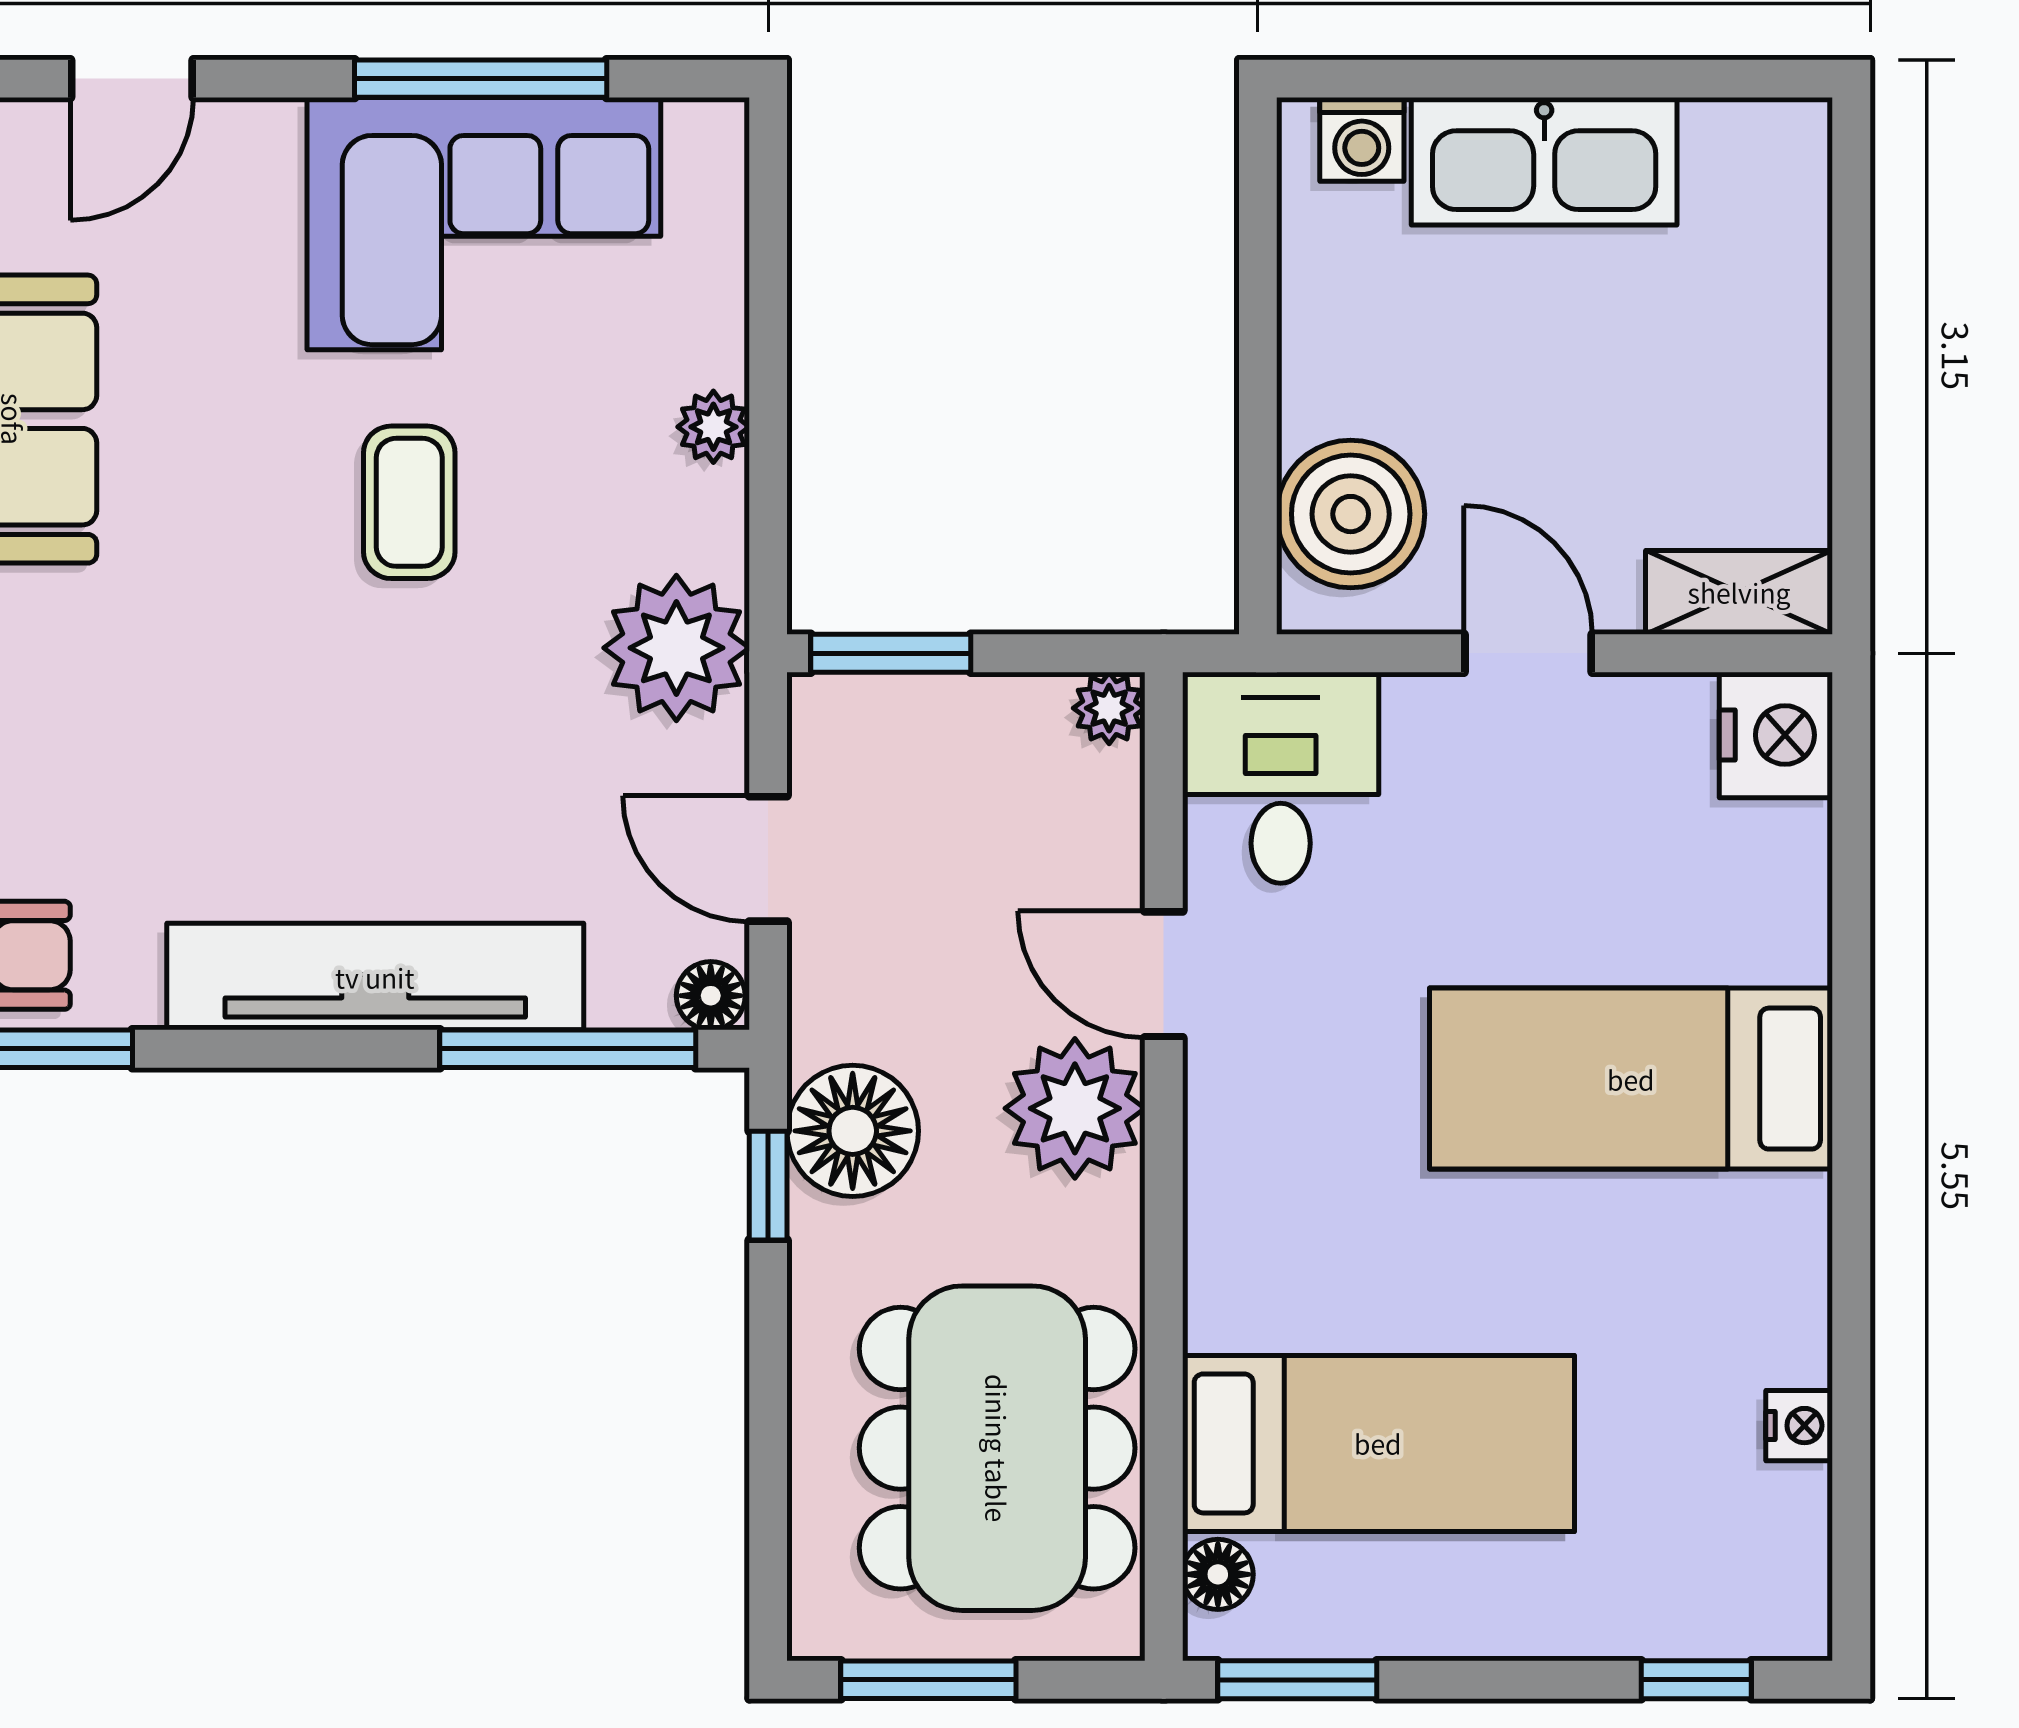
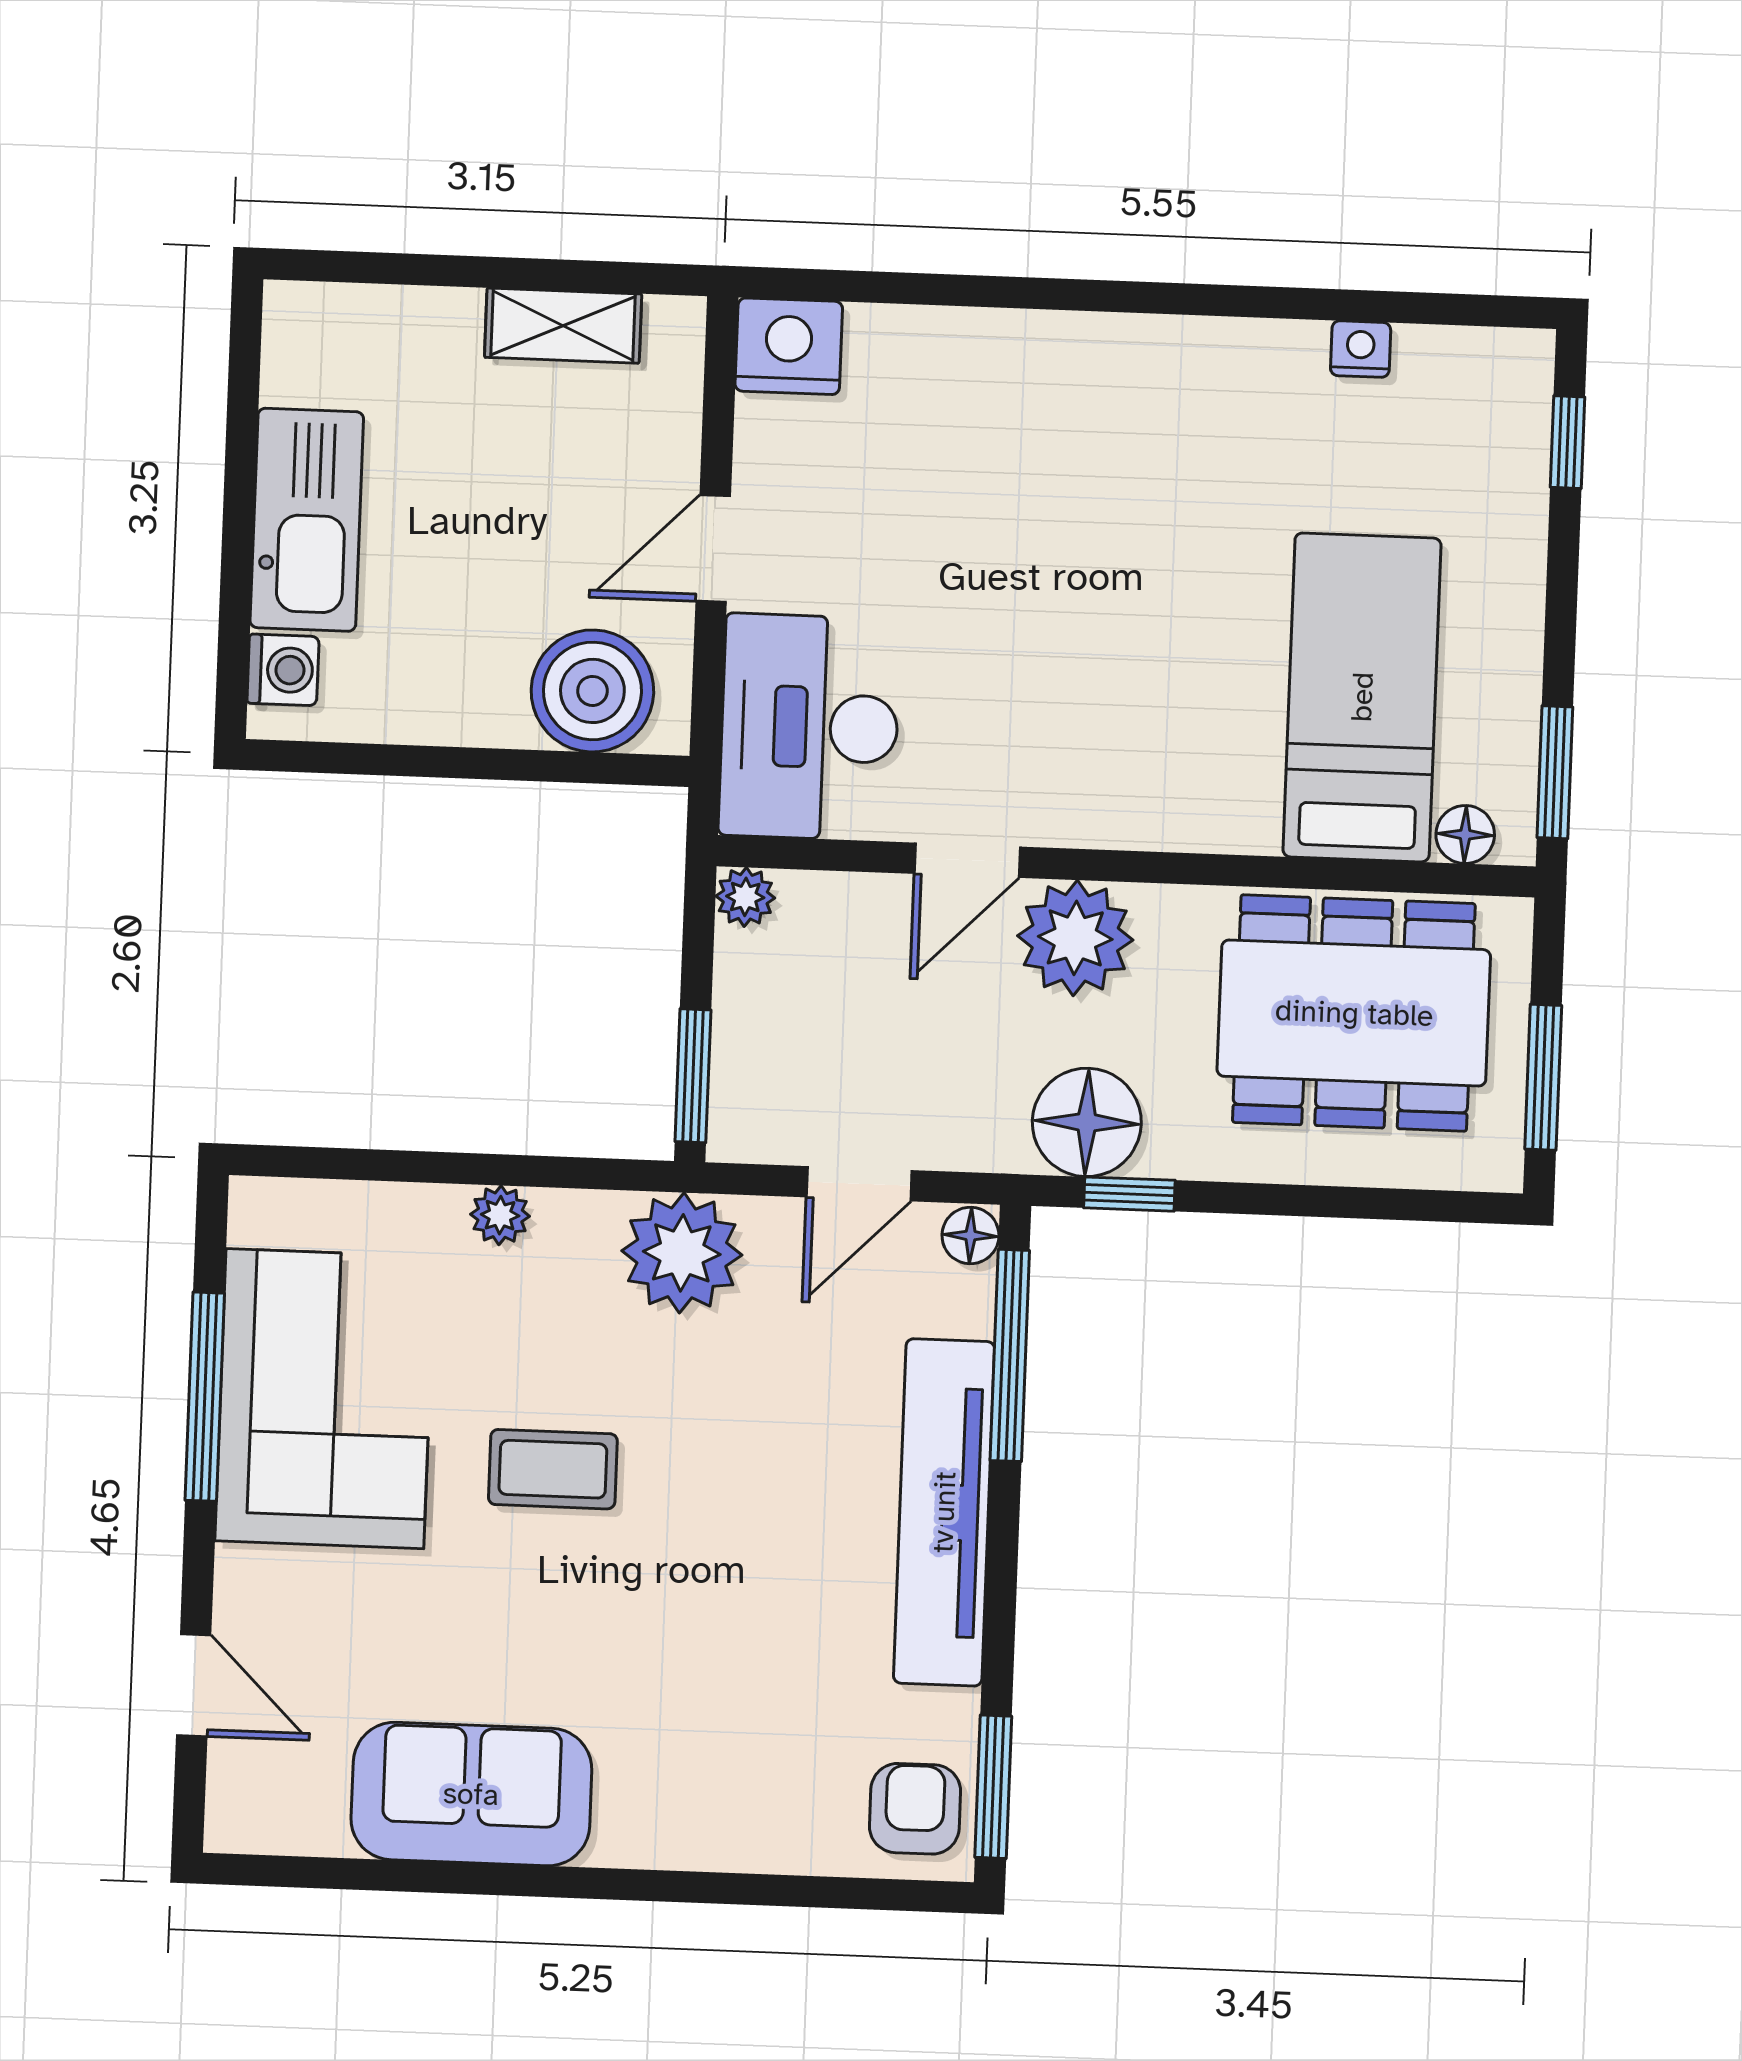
shelving: (1739, 592) -> (563, 326), moved, turned 90
desk: (1281, 778) -> (809, 727), width x1.37
bed: (1631, 1079) -> (1068, 477), removed

